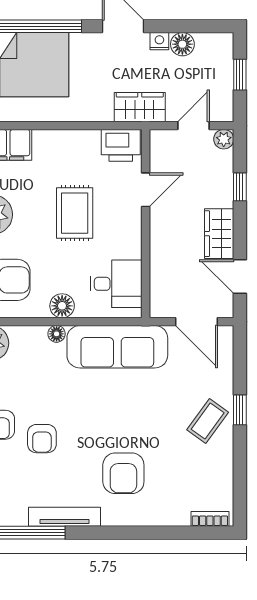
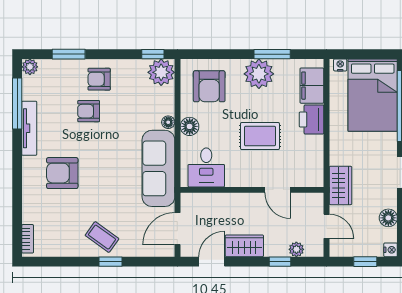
nightstand: (159, 41) -> (391, 250), moved
plant: (224, 139) -> (296, 249), moved
printer: (121, 145) -> (311, 120), moved

